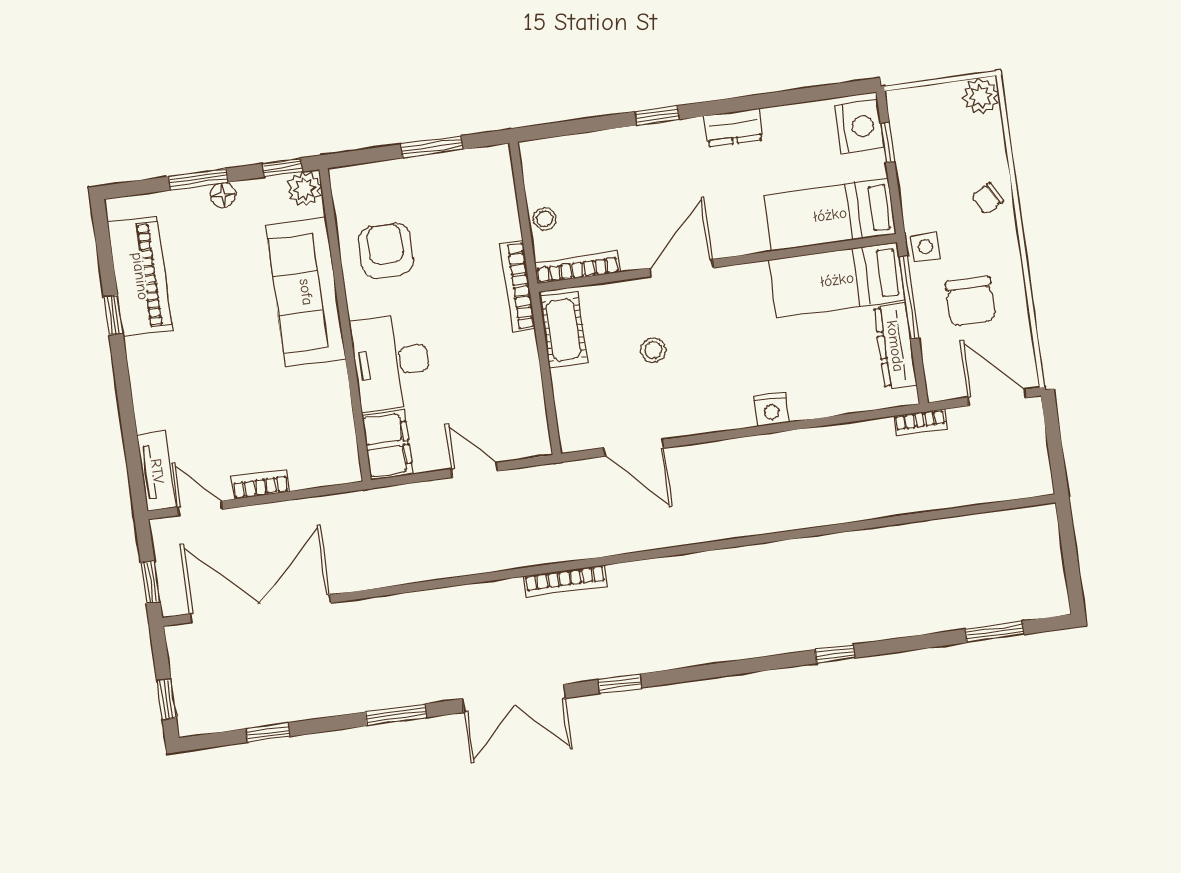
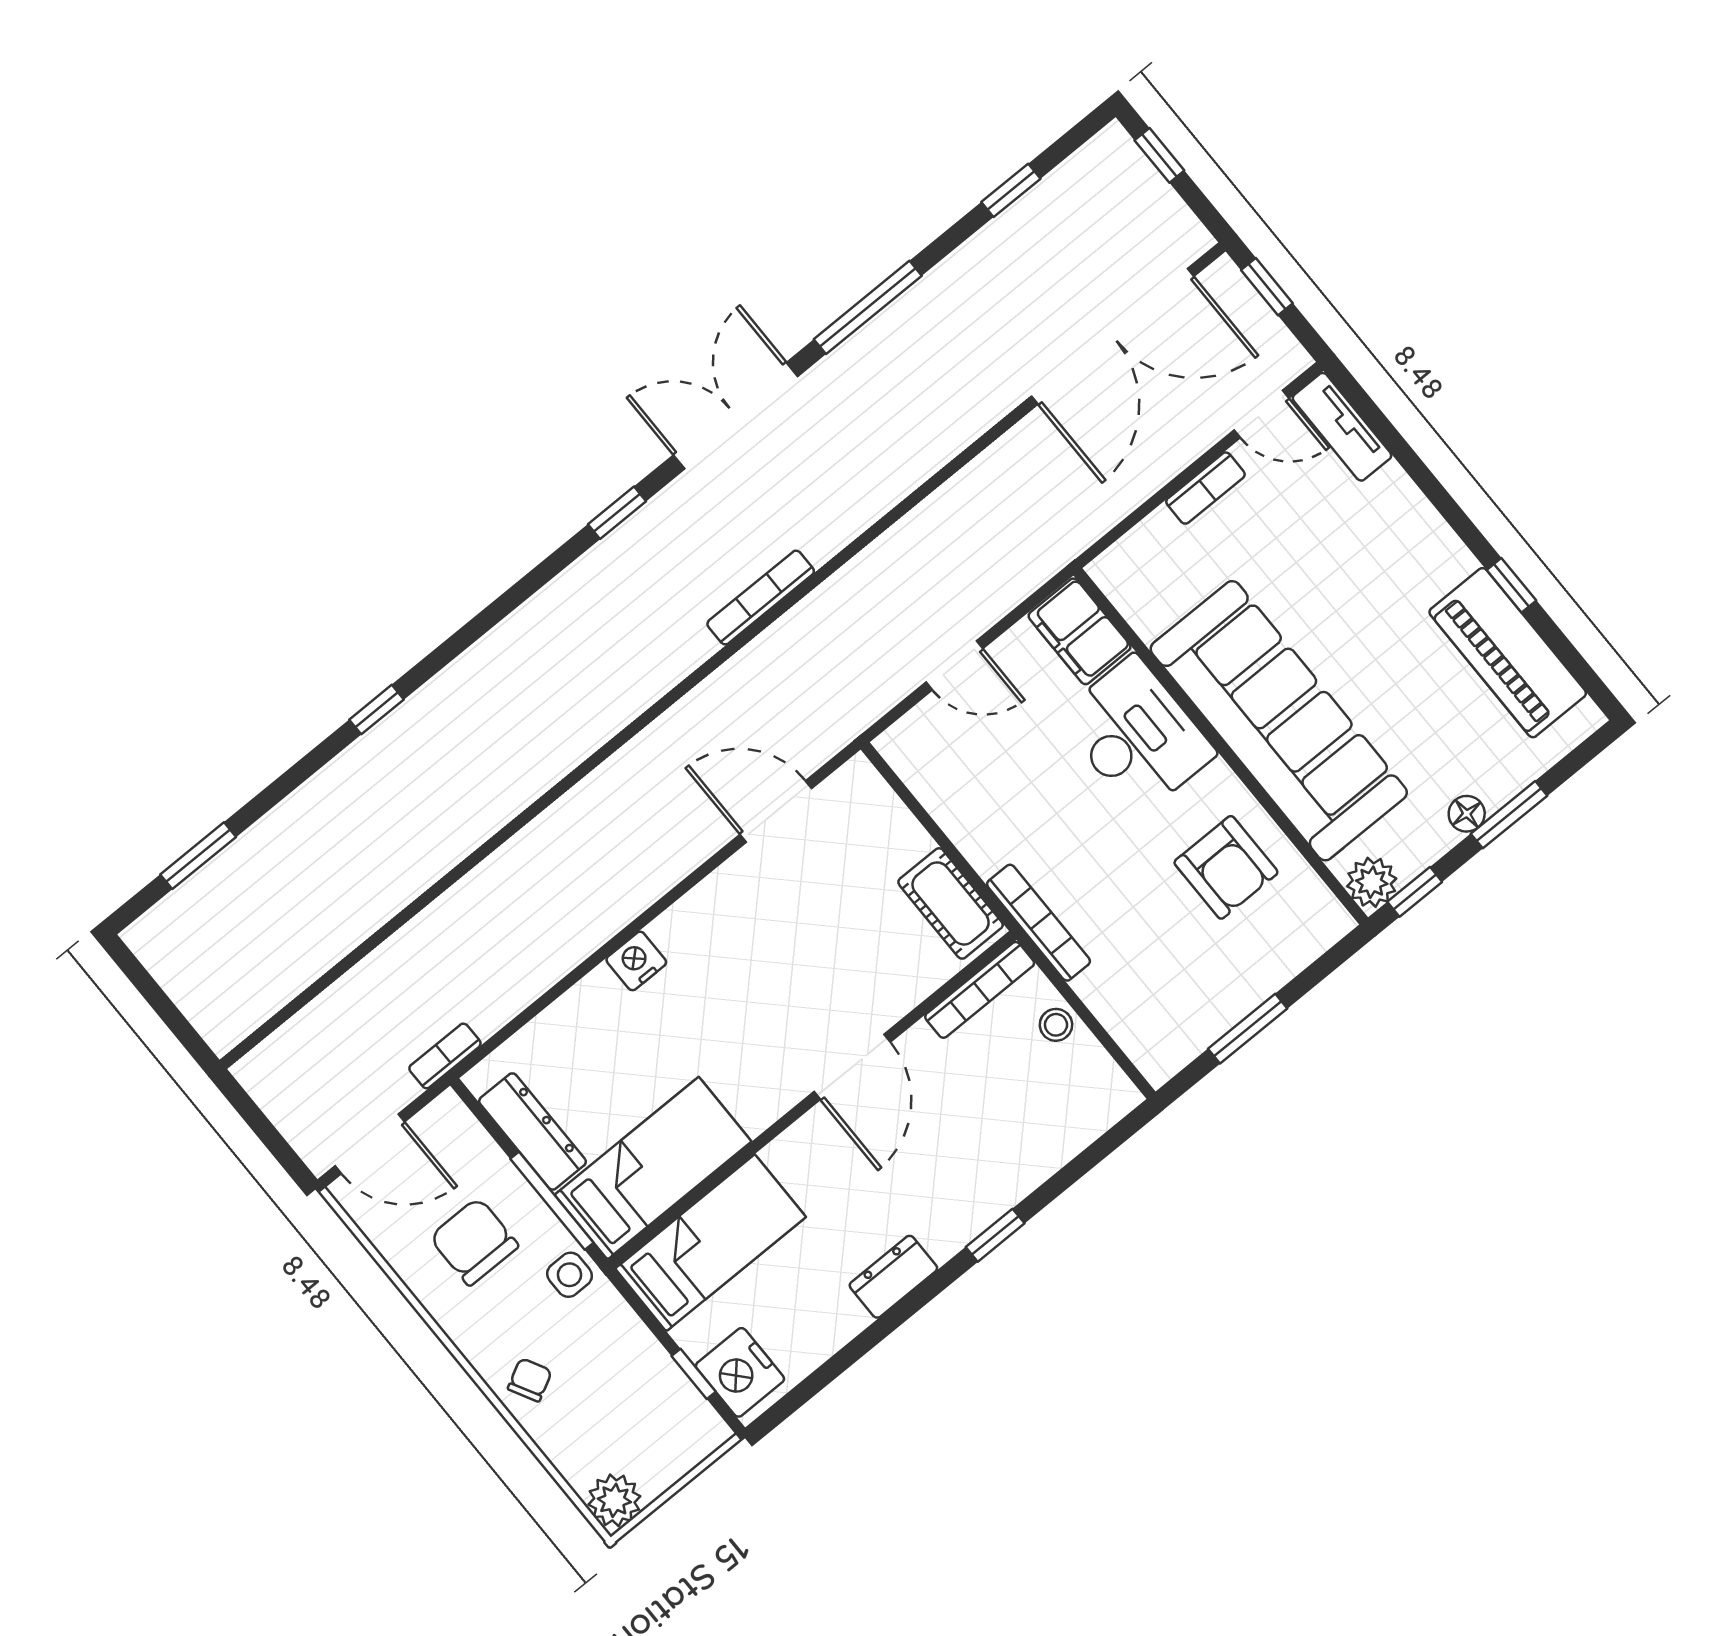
sofa: (306, 292) -> (1279, 721), width x1.36, depth x1.27
stool: (653, 350) -> (825, 945), removed
window: (396, 715) -> (868, 307), width x1.44

